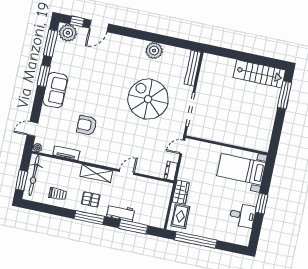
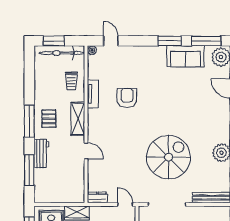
sofa: (55, 90) -> (185, 56), moved
tv unit: (66, 153) -> (93, 94), moved
trolley: (58, 194) -> (71, 81), moved

